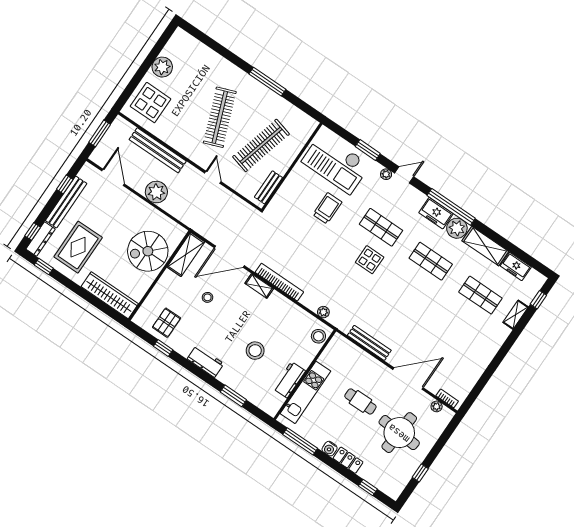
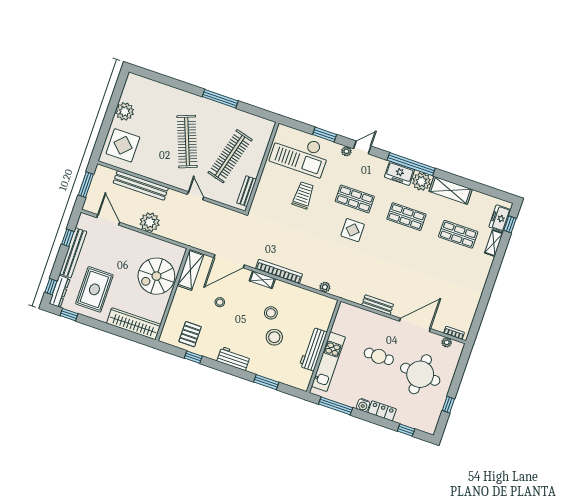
freezer: (516, 266) -> (500, 218), moved, turned 90
stool: (318, 336) -> (271, 313), moved
bench: (369, 343) -> (378, 305), width x0.73
workbench: (289, 380) -> (313, 349), width x1.38

